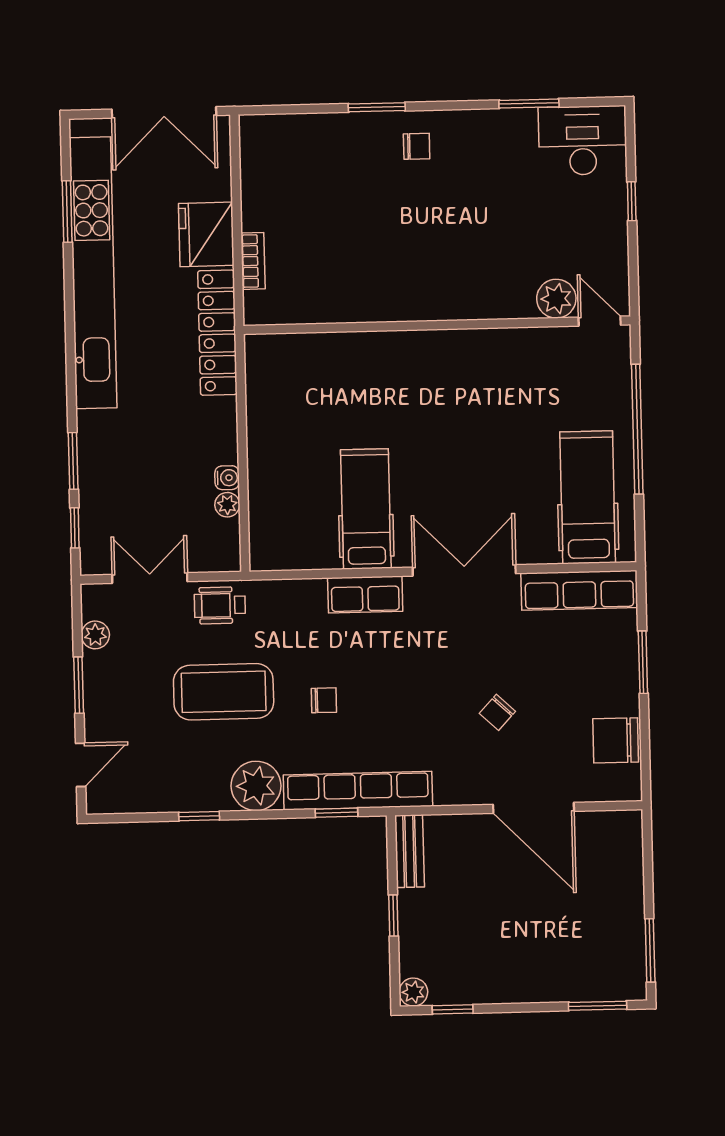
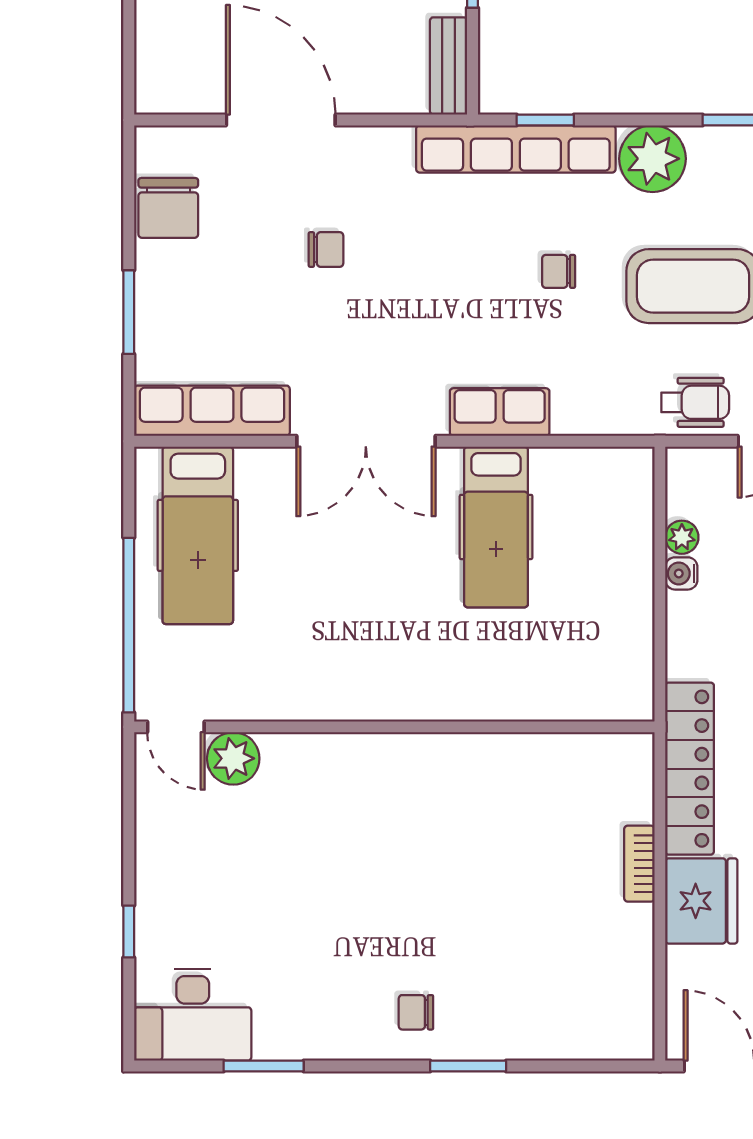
plant: (556, 299) -> (233, 758), moved
door: (600, 321) -> (176, 727), moved
wall: (437, 325) -> (394, 727), moved
chair: (497, 712) -> (326, 250), turned 47
chair: (616, 740) -> (168, 208), turned 90

